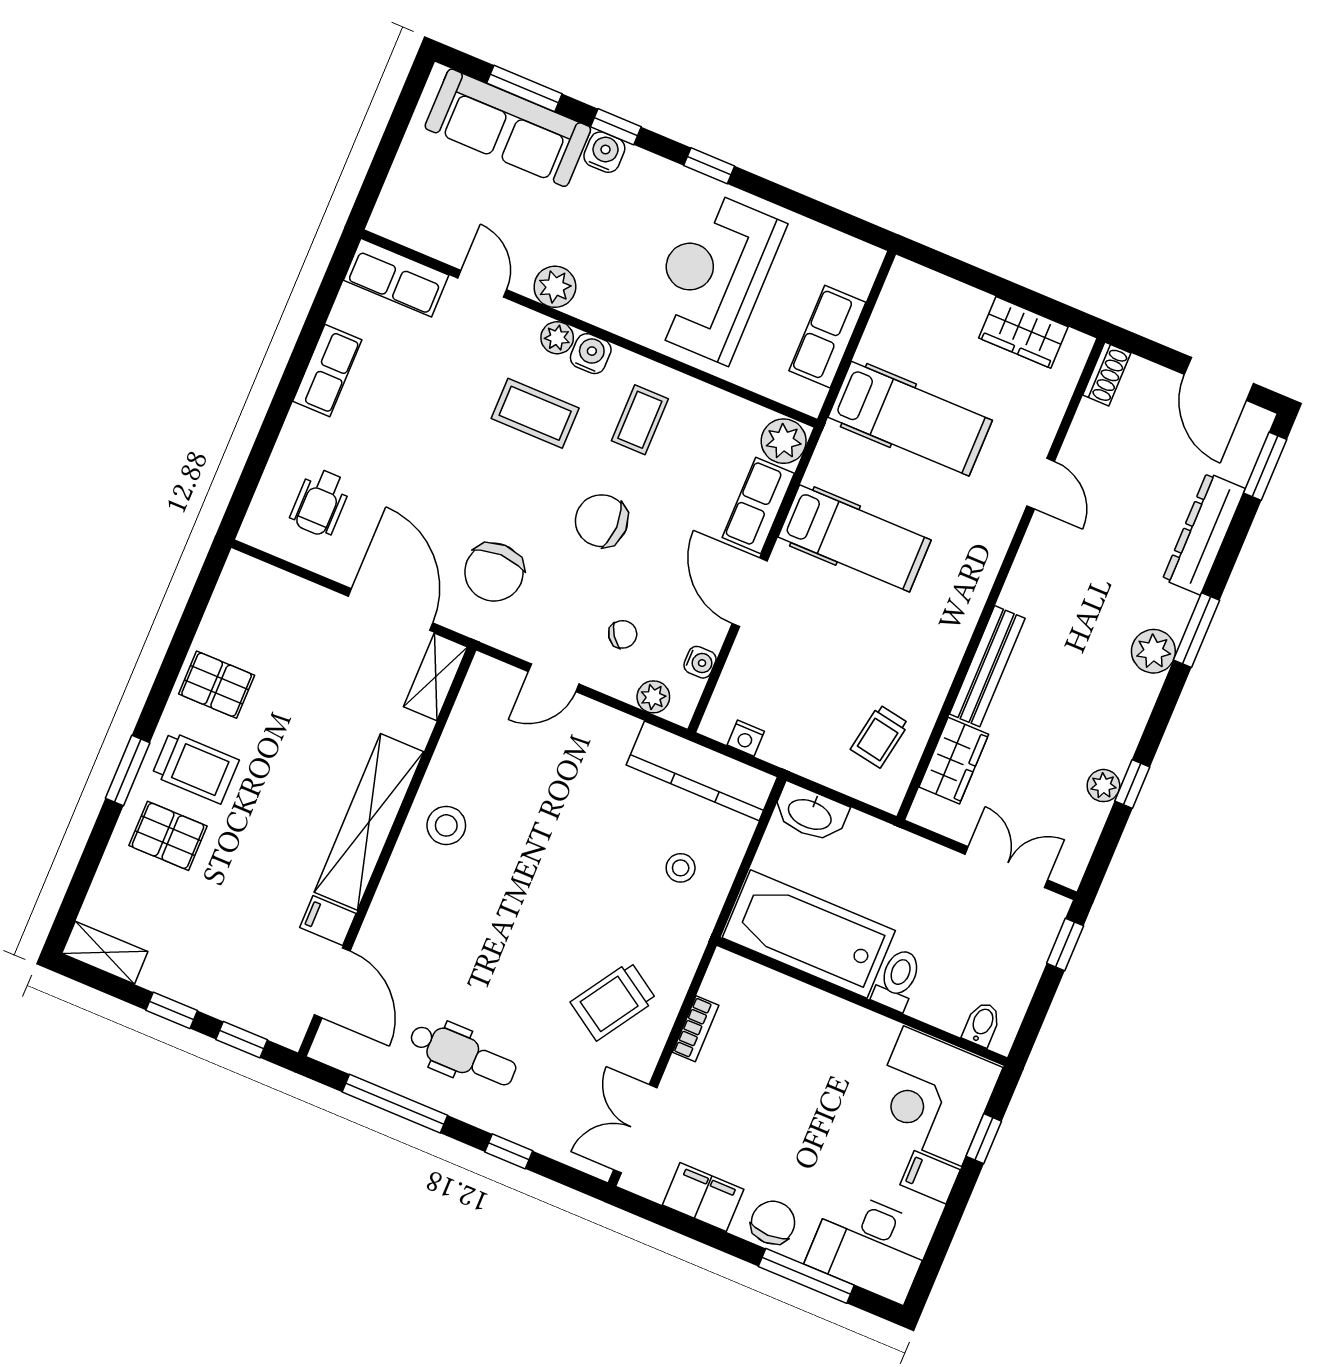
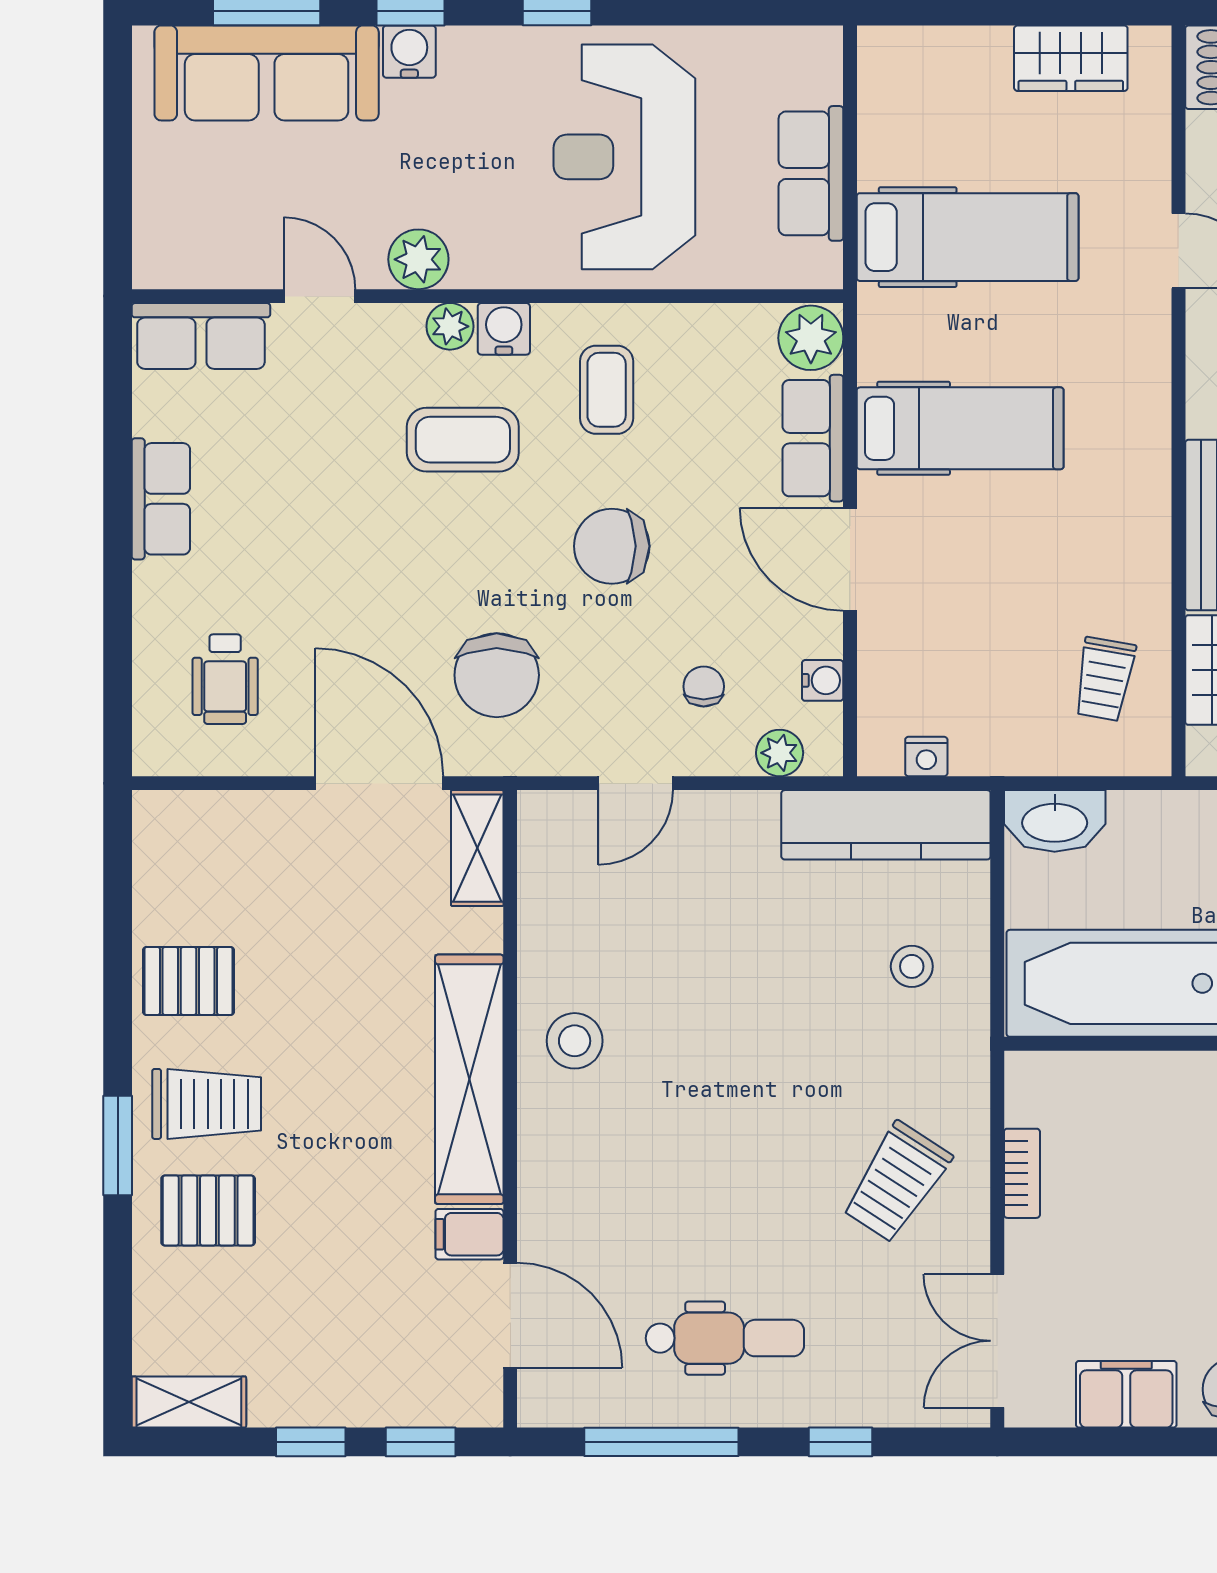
chair: (623, 634) -> (704, 686), turned -54

